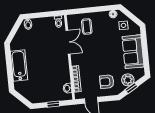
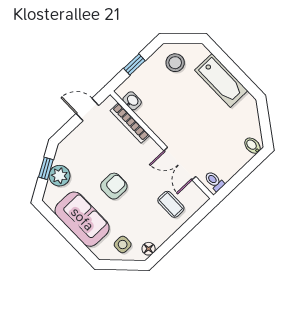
armchair: (107, 82) -> (114, 186), moved
stool: (34, 90) -> (175, 63), added

